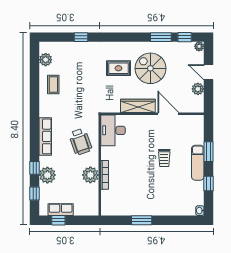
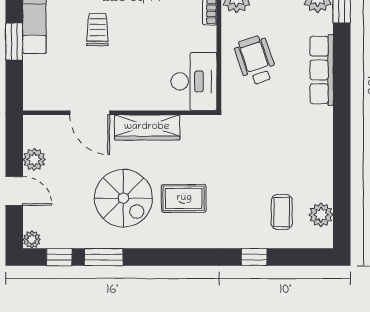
coffee table: (53, 85) -> (282, 212), moved

